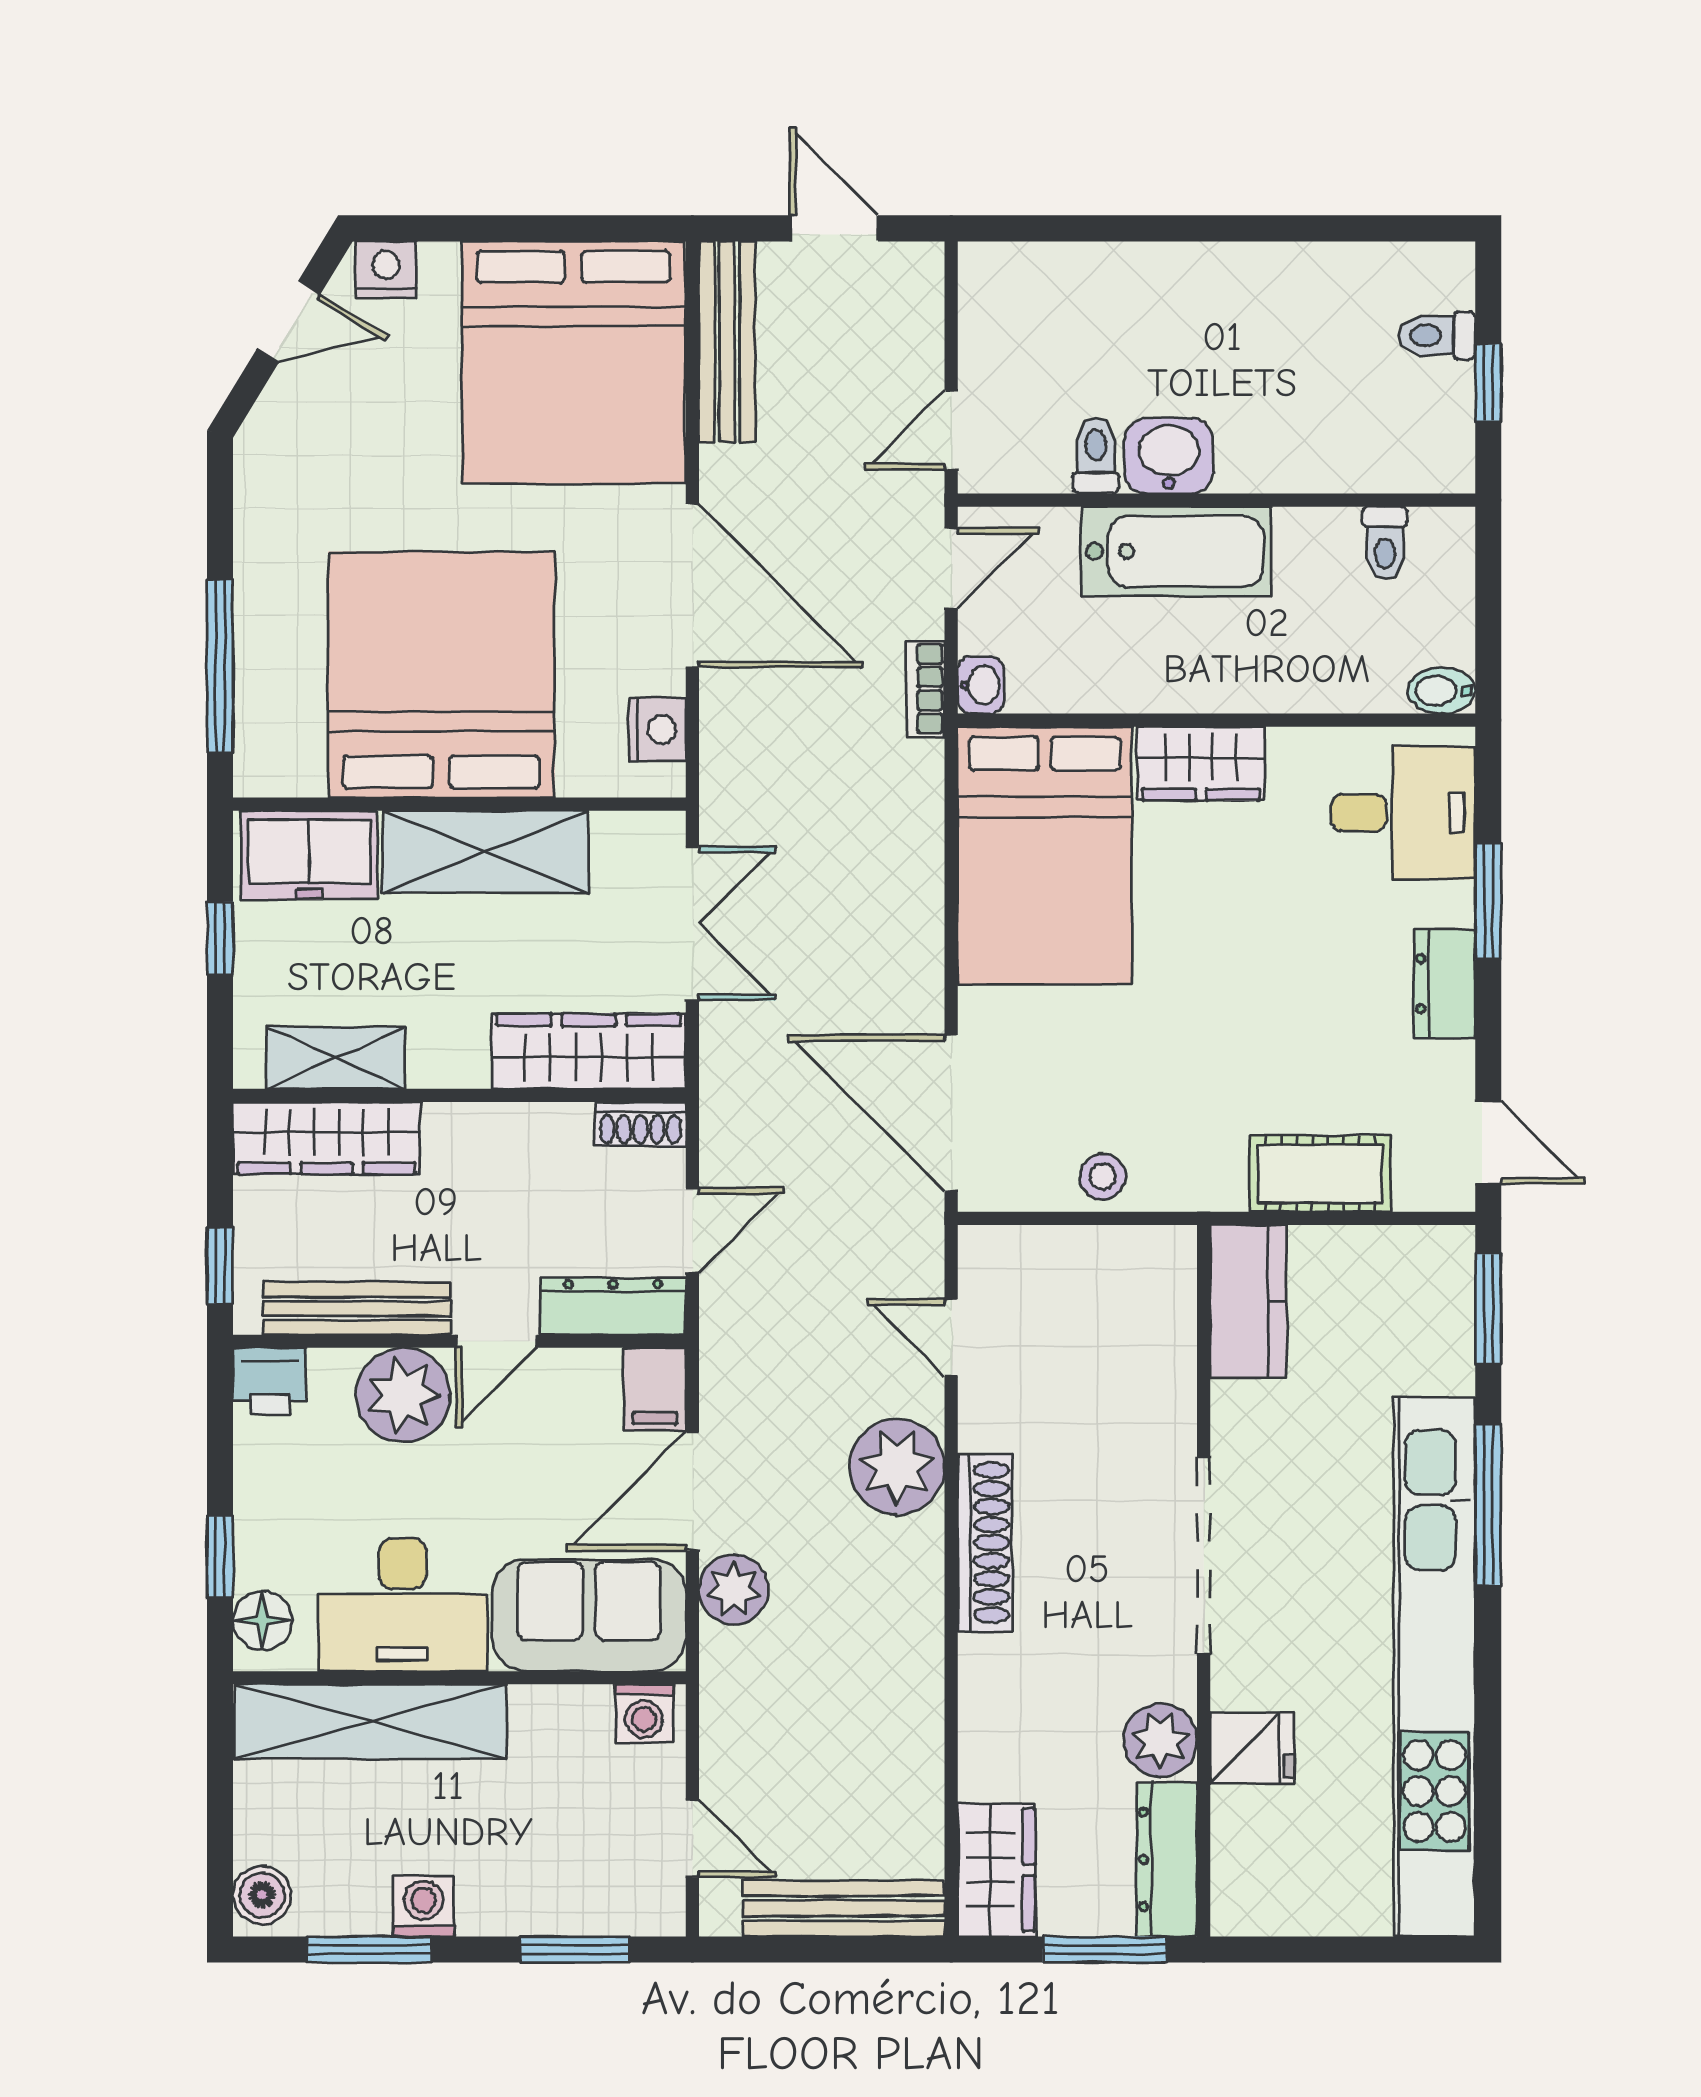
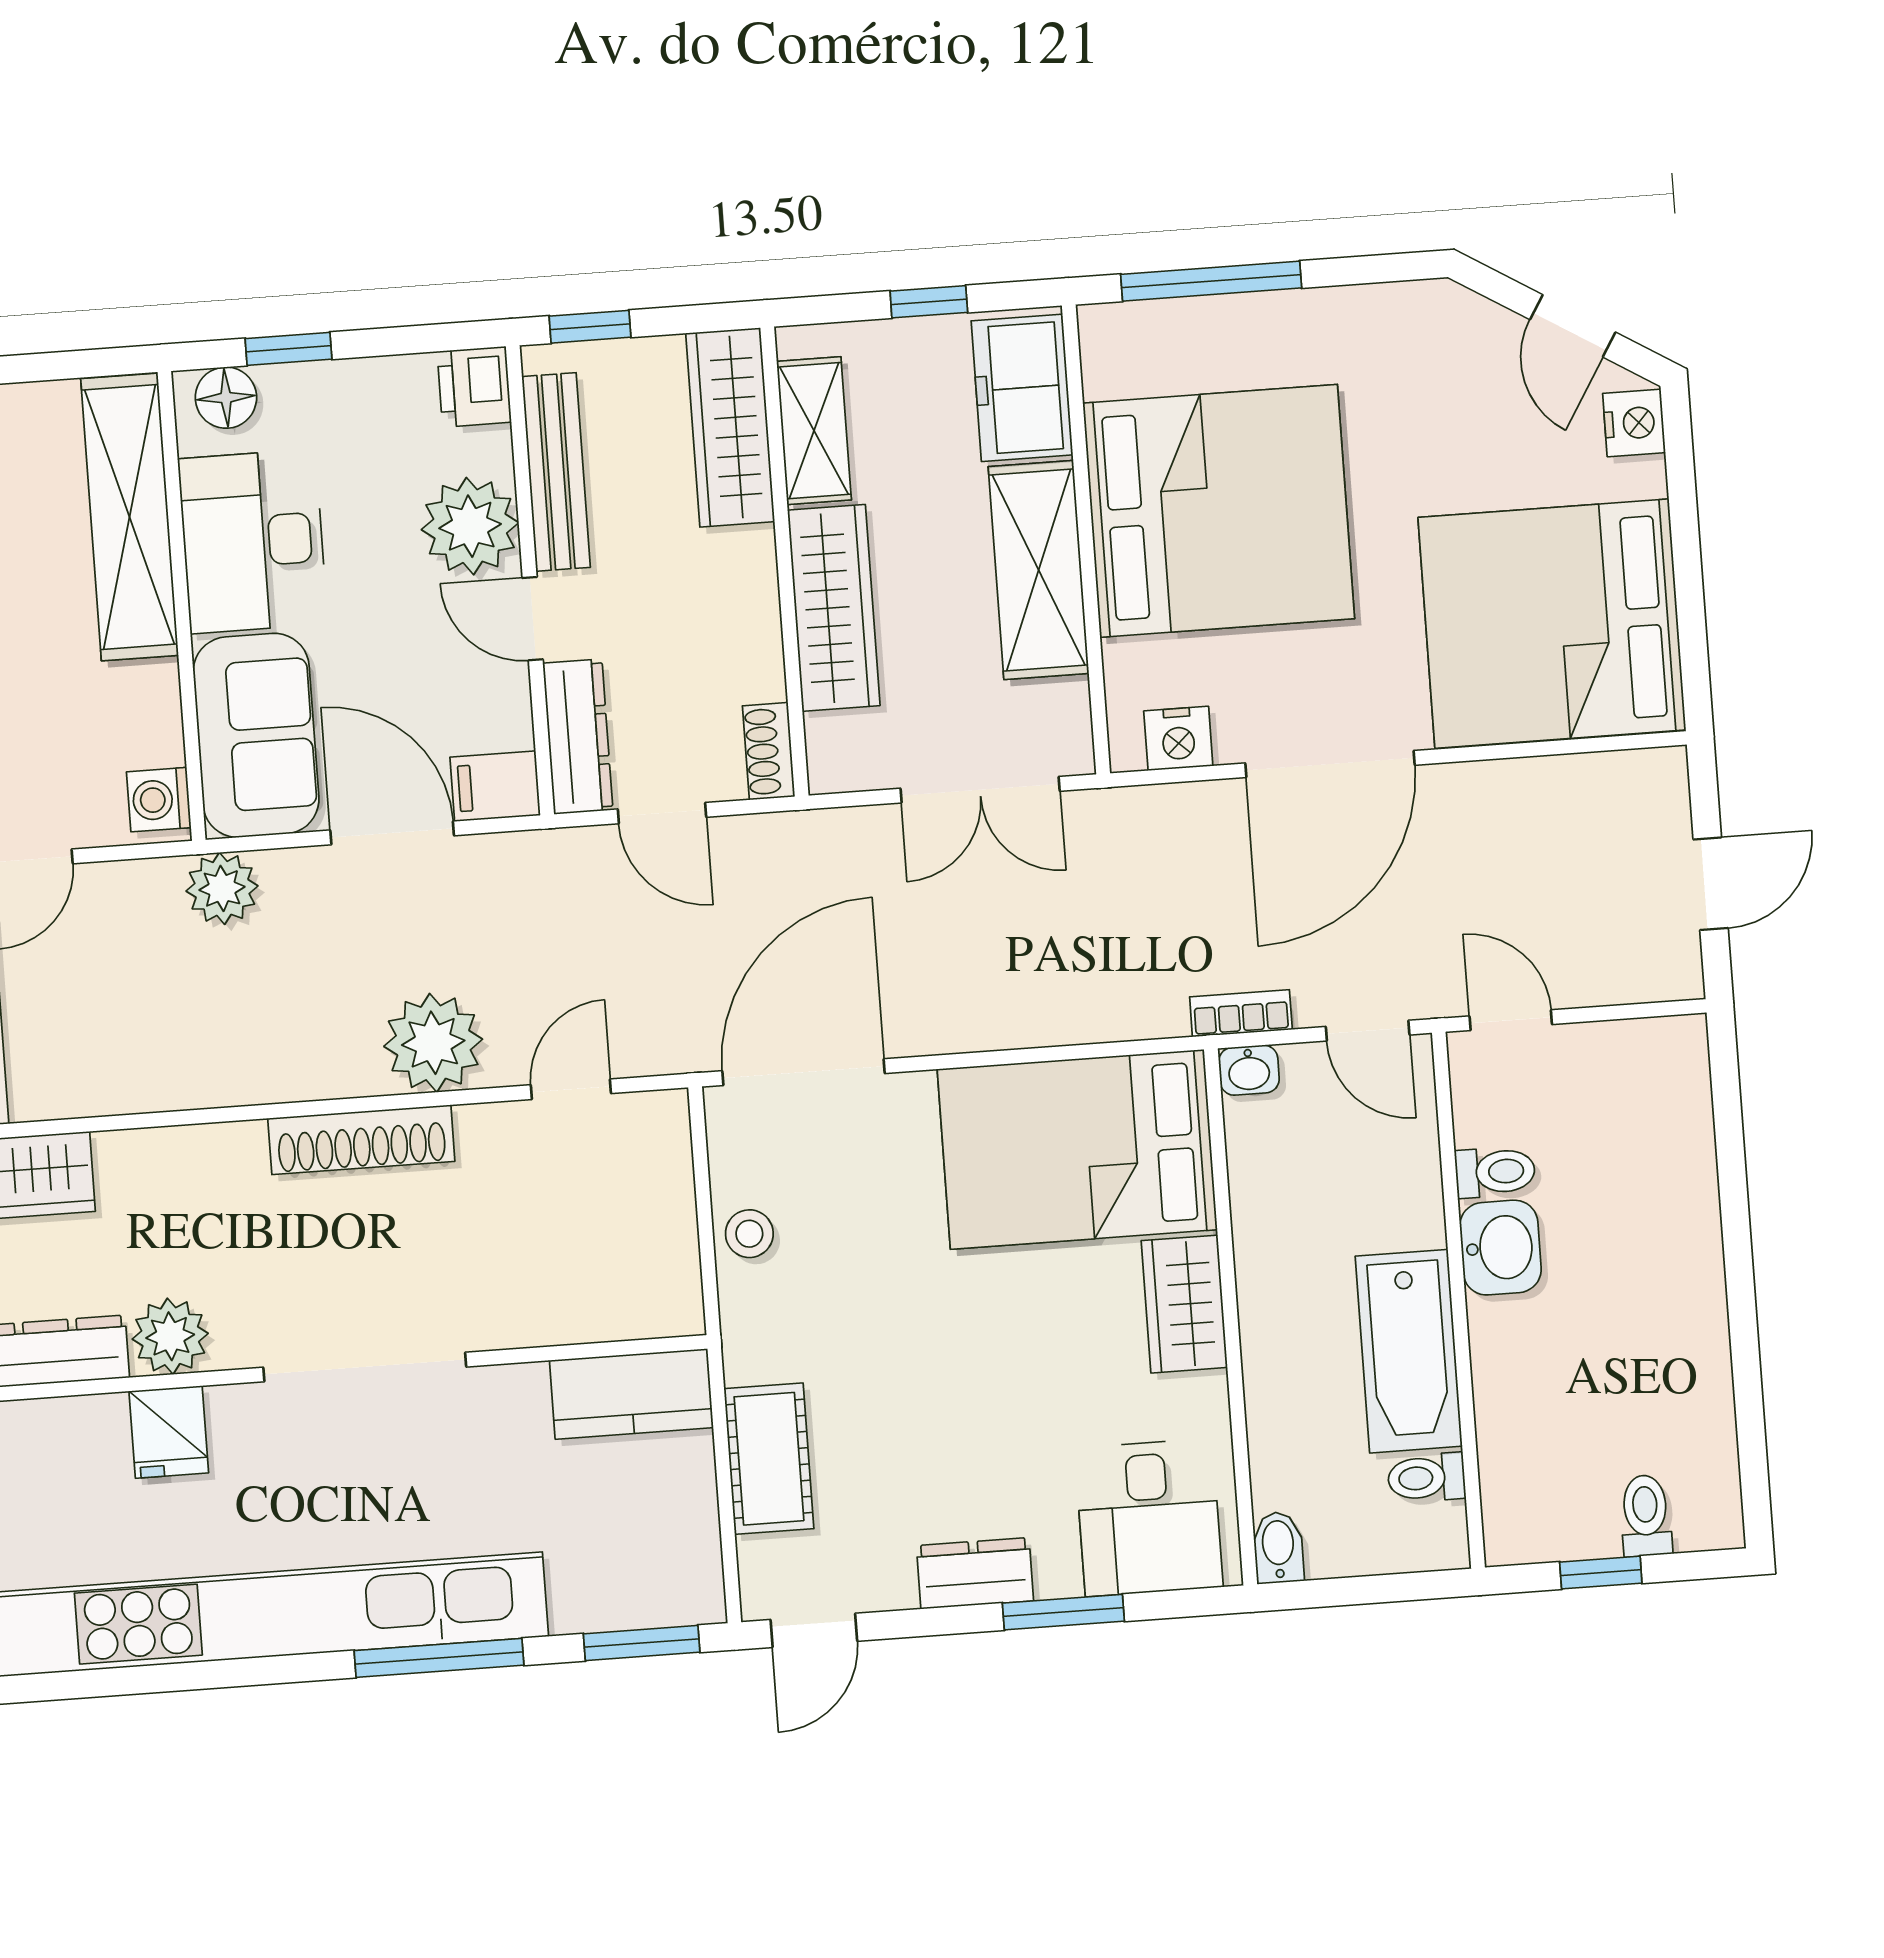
bench: (727, 342) -> (1585, 781), removed
bathtub: (1176, 551) -> (1409, 1351), moved
wardrobe: (589, 1051) -> (834, 608), moved
plant: (734, 1590) -> (222, 888), moved

